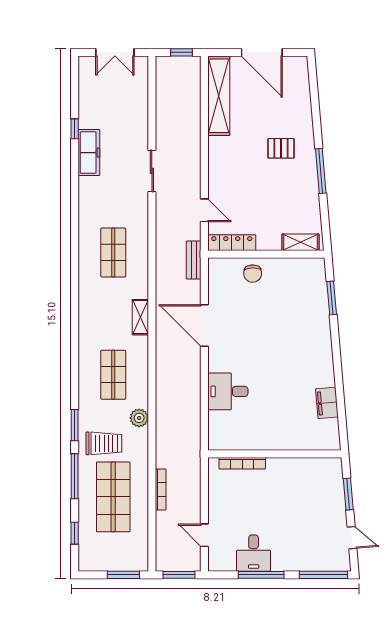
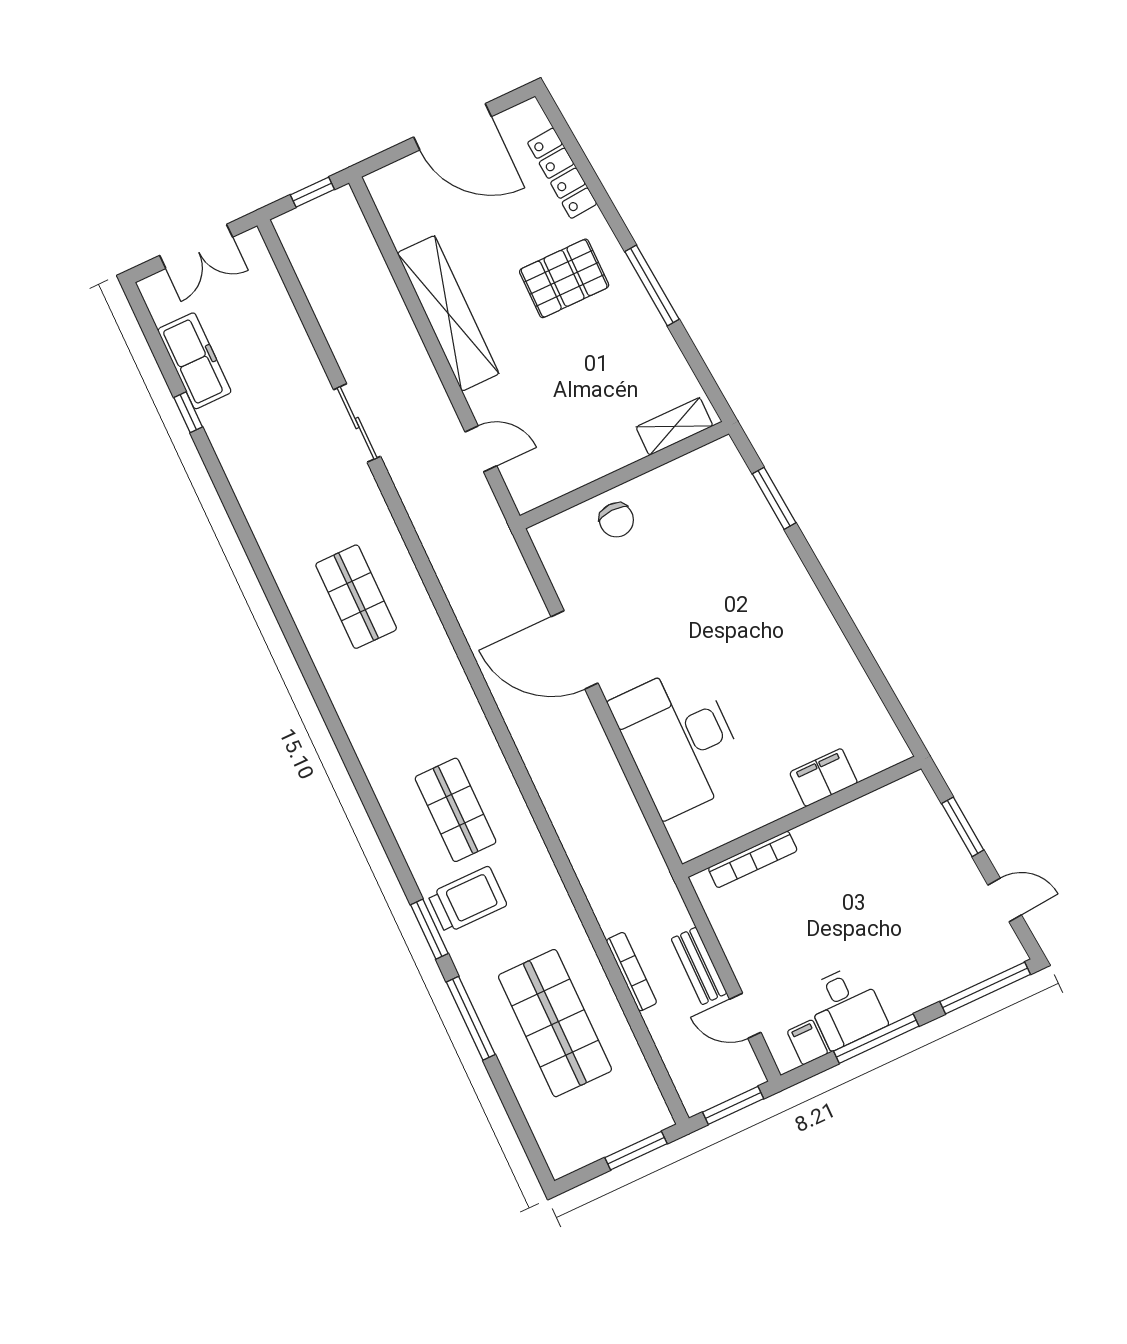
shelving: (219, 96) -> (448, 313), moved
pallet: (281, 148) -> (564, 278), width x1.50, depth x1.42
freezer: (89, 153) -> (194, 361), moved
locker: (232, 243) -> (562, 173), moved, turned -95
bench: (194, 260) -> (699, 966), moved
shelving: (140, 317) -> (456, 687), removed
desk: (228, 391) -> (680, 741), width x1.87, depth x1.30
filing cabinet: (327, 403) -> (824, 778), moved, turned 95
plant: (139, 418) -> (536, 864), removed
trolley: (104, 443) -> (467, 900), moved
window: (75, 533) -> (517, 1118), removed
filing cabinet: (228, 561) -> (808, 1042), added

